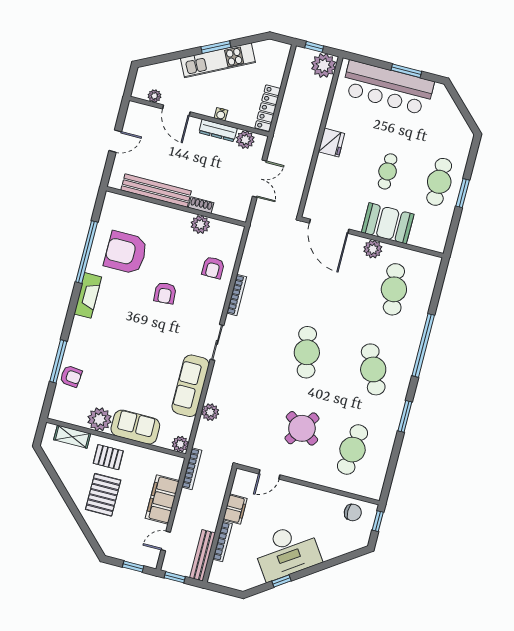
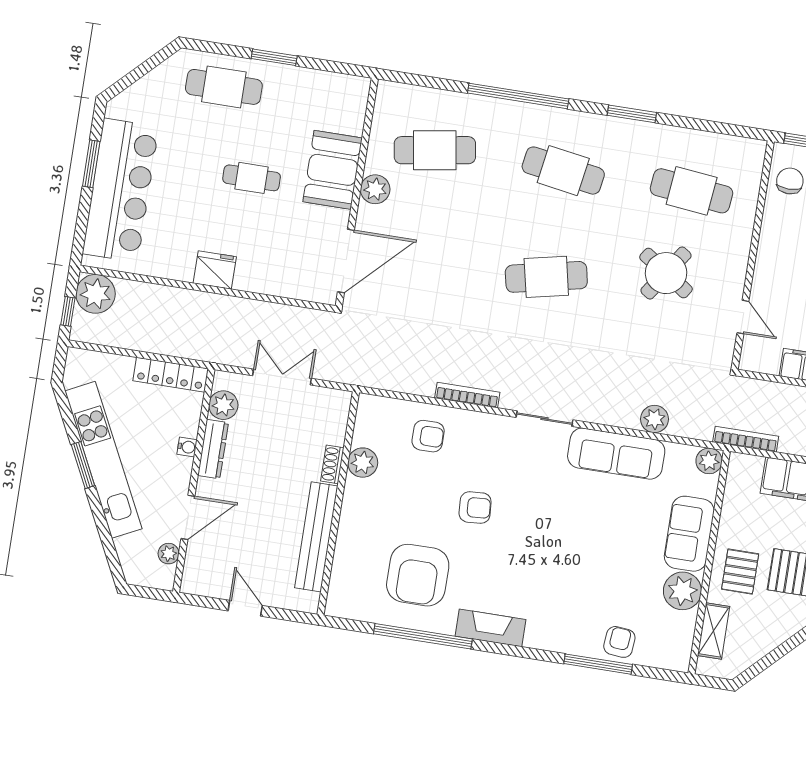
kitchen unit: (218, 60) -> (103, 460), width x1.36
cafe table: (439, 182) -> (224, 87), moved
cafe table: (373, 369) -> (563, 171), turned 33

